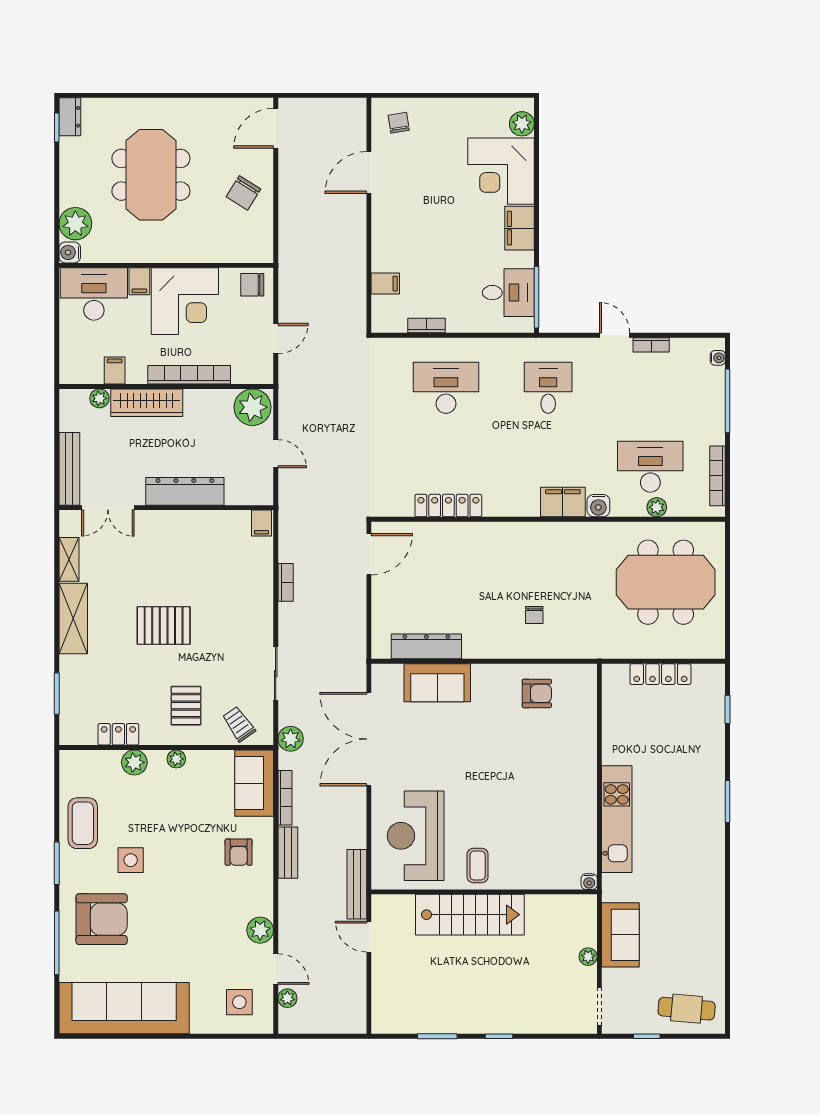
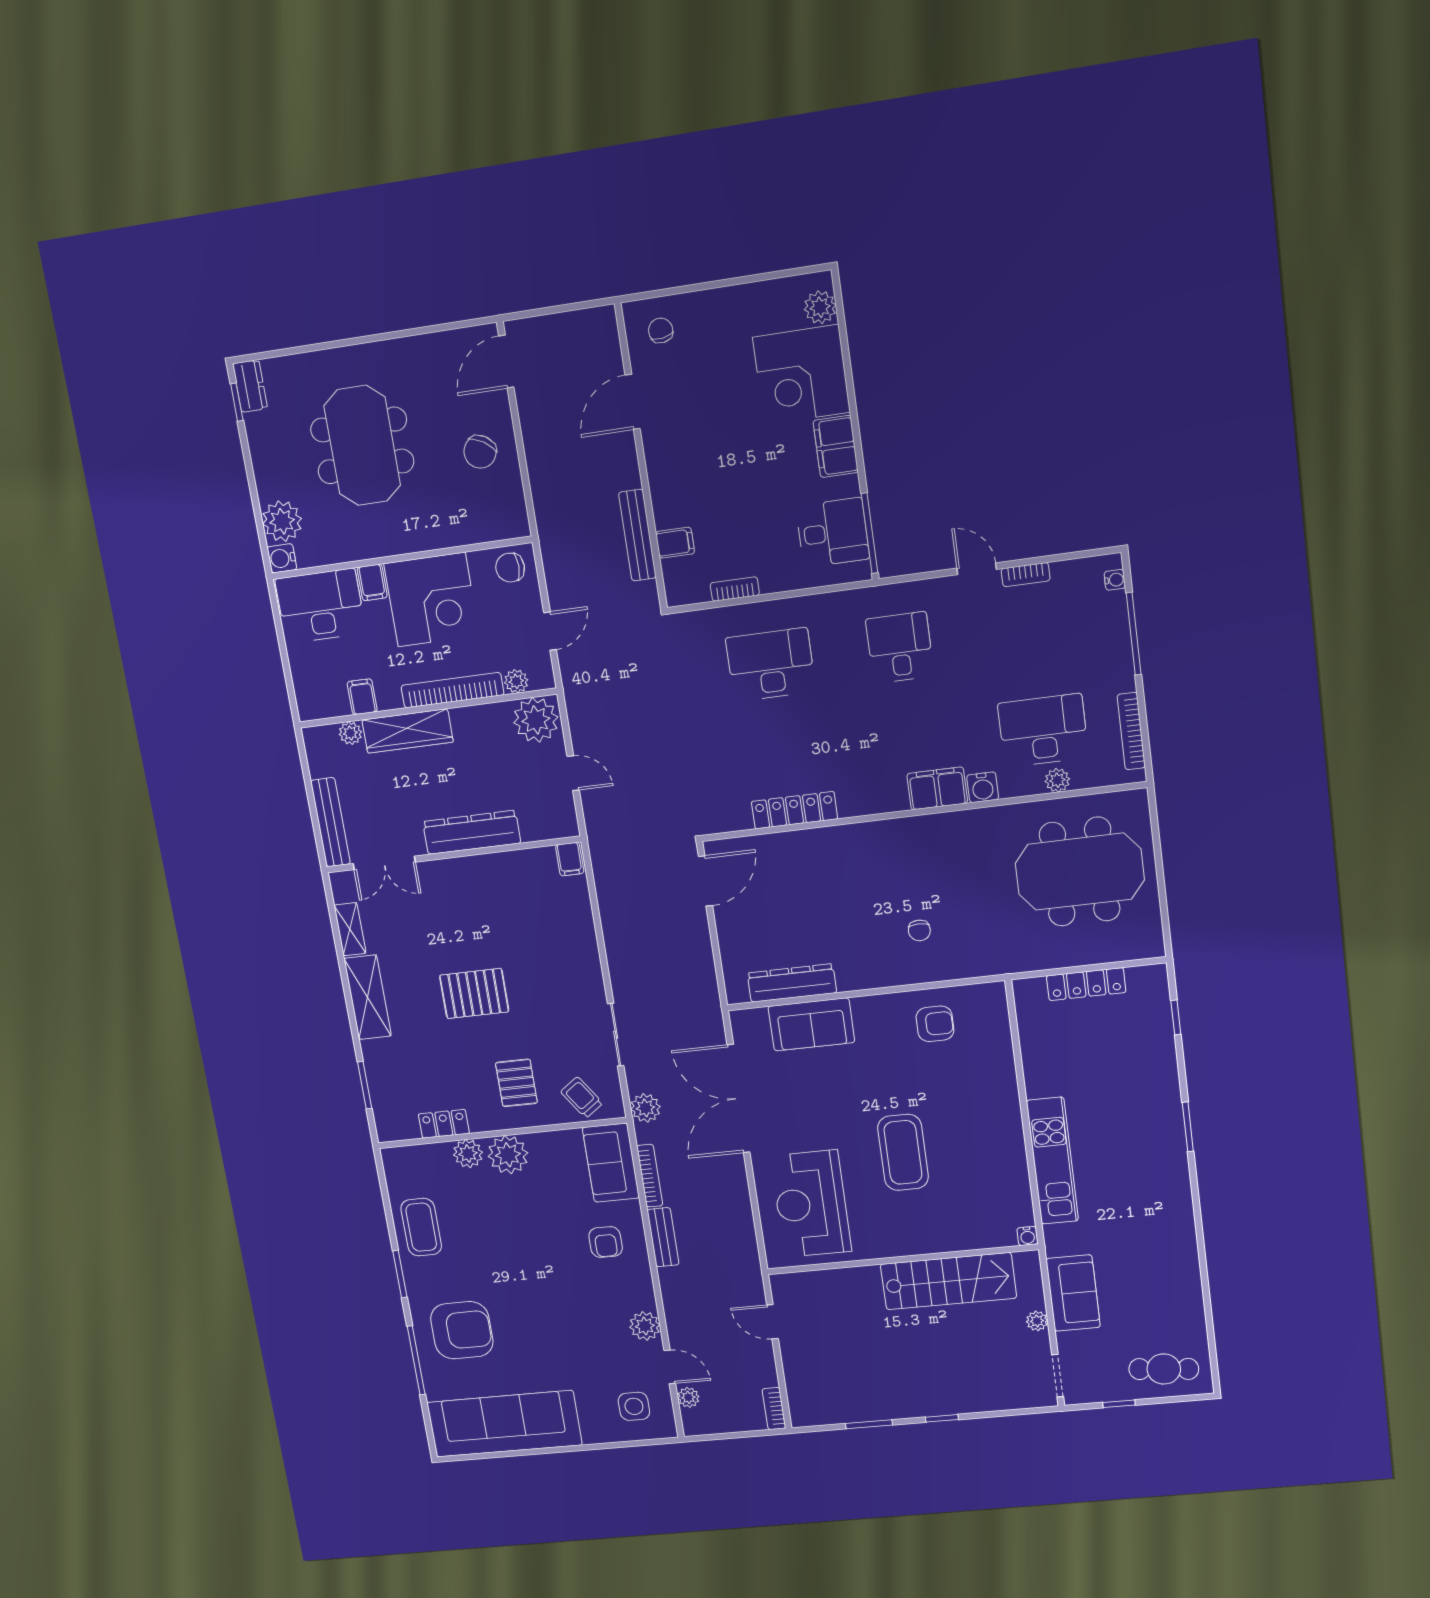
plant: (242, 375) -> (516, 681), added
bookcase: (286, 582) -> (774, 1409), moved, turned 180
plant: (176, 759) -> (508, 1155), width x1.88, depth x1.88
side table: (131, 860) -> (483, 1263), removed
coffee table: (478, 866) -> (903, 1152), moved, width x1.86, depth x1.72
bench: (357, 884) -> (637, 535), moved
stairs: (470, 915) -> (948, 1281), moved

